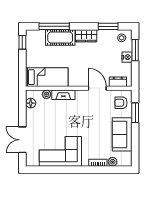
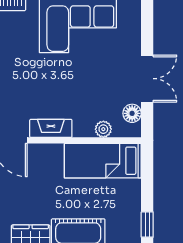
fireplace: (63, 95) -> (51, 128), moved
double door: (22, 140) -> (147, 79), moved

